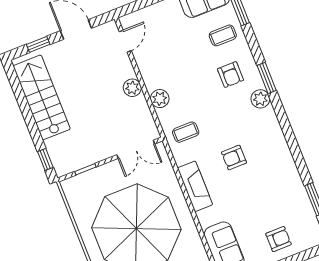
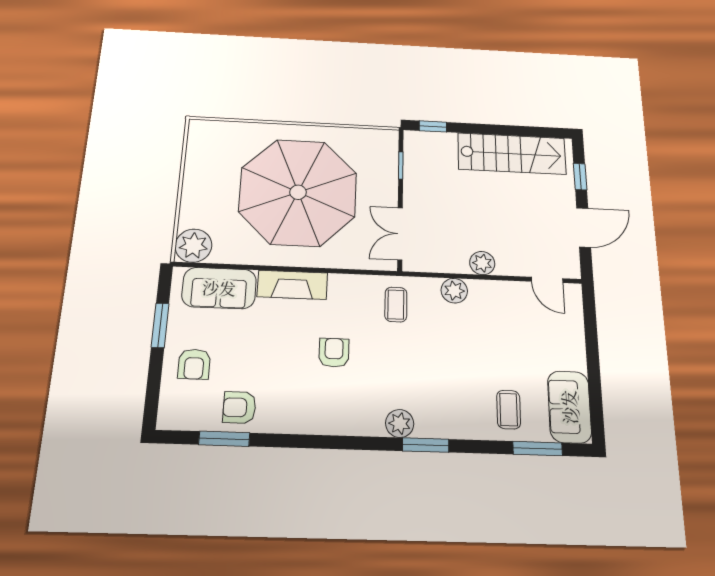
armchair: (230, 75) -> (239, 408), moved
fireplace: (195, 186) -> (292, 285), moved

